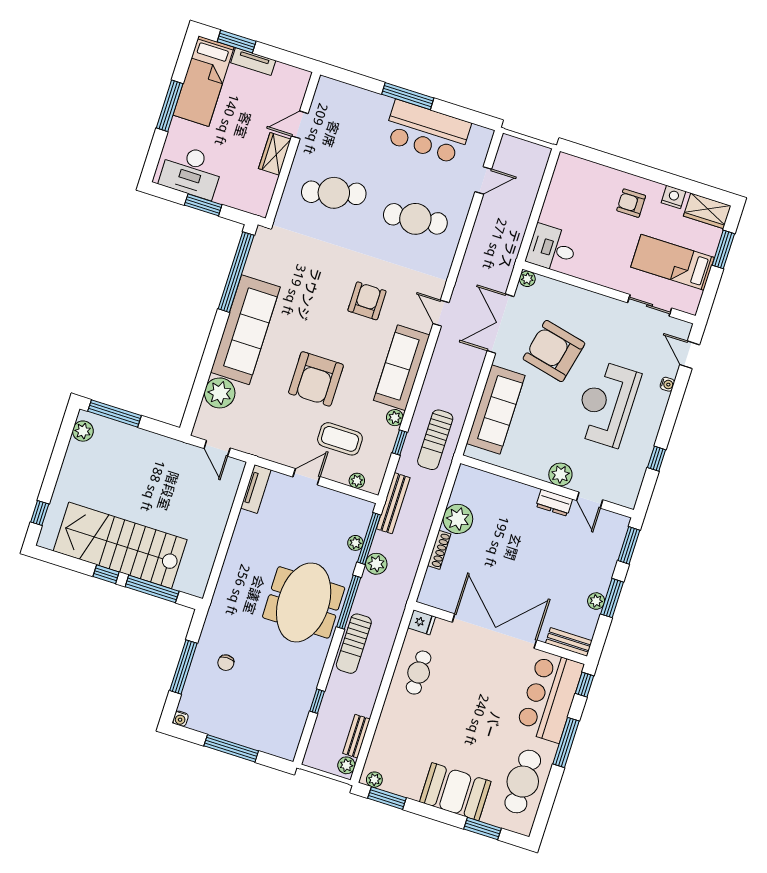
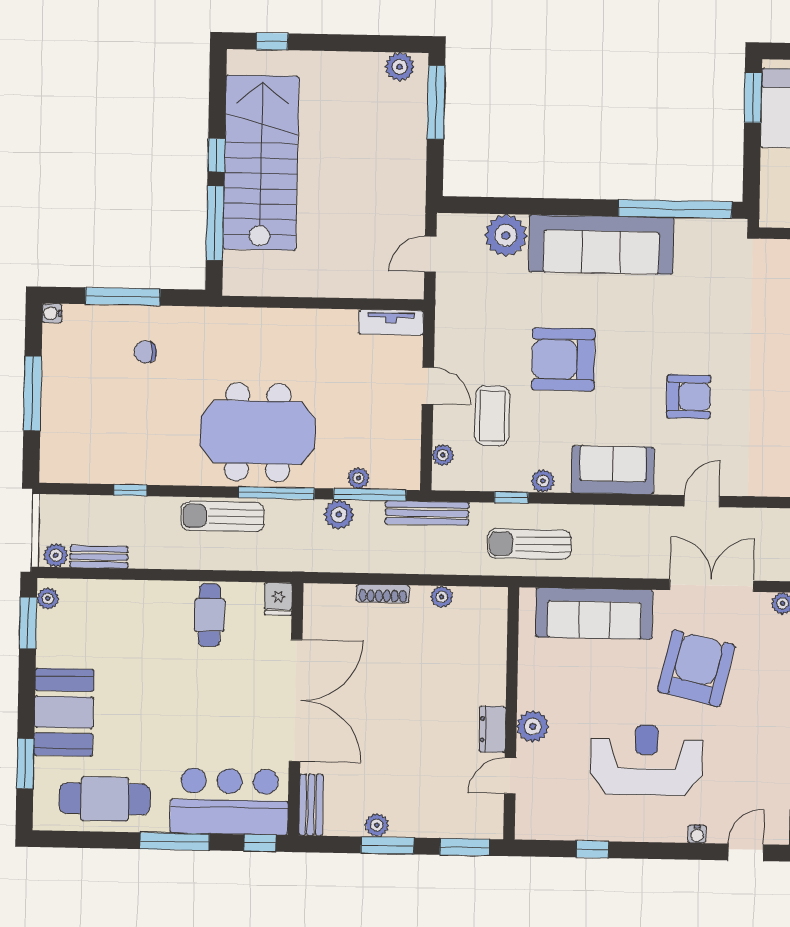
window: (203, 205) -> (753, 98), moved
sofa: (402, 368) -> (613, 470), width x0.73
plant: (458, 519) -> (442, 597), width x0.53, depth x0.53
cafe table: (419, 673) -> (209, 615), turned 90

